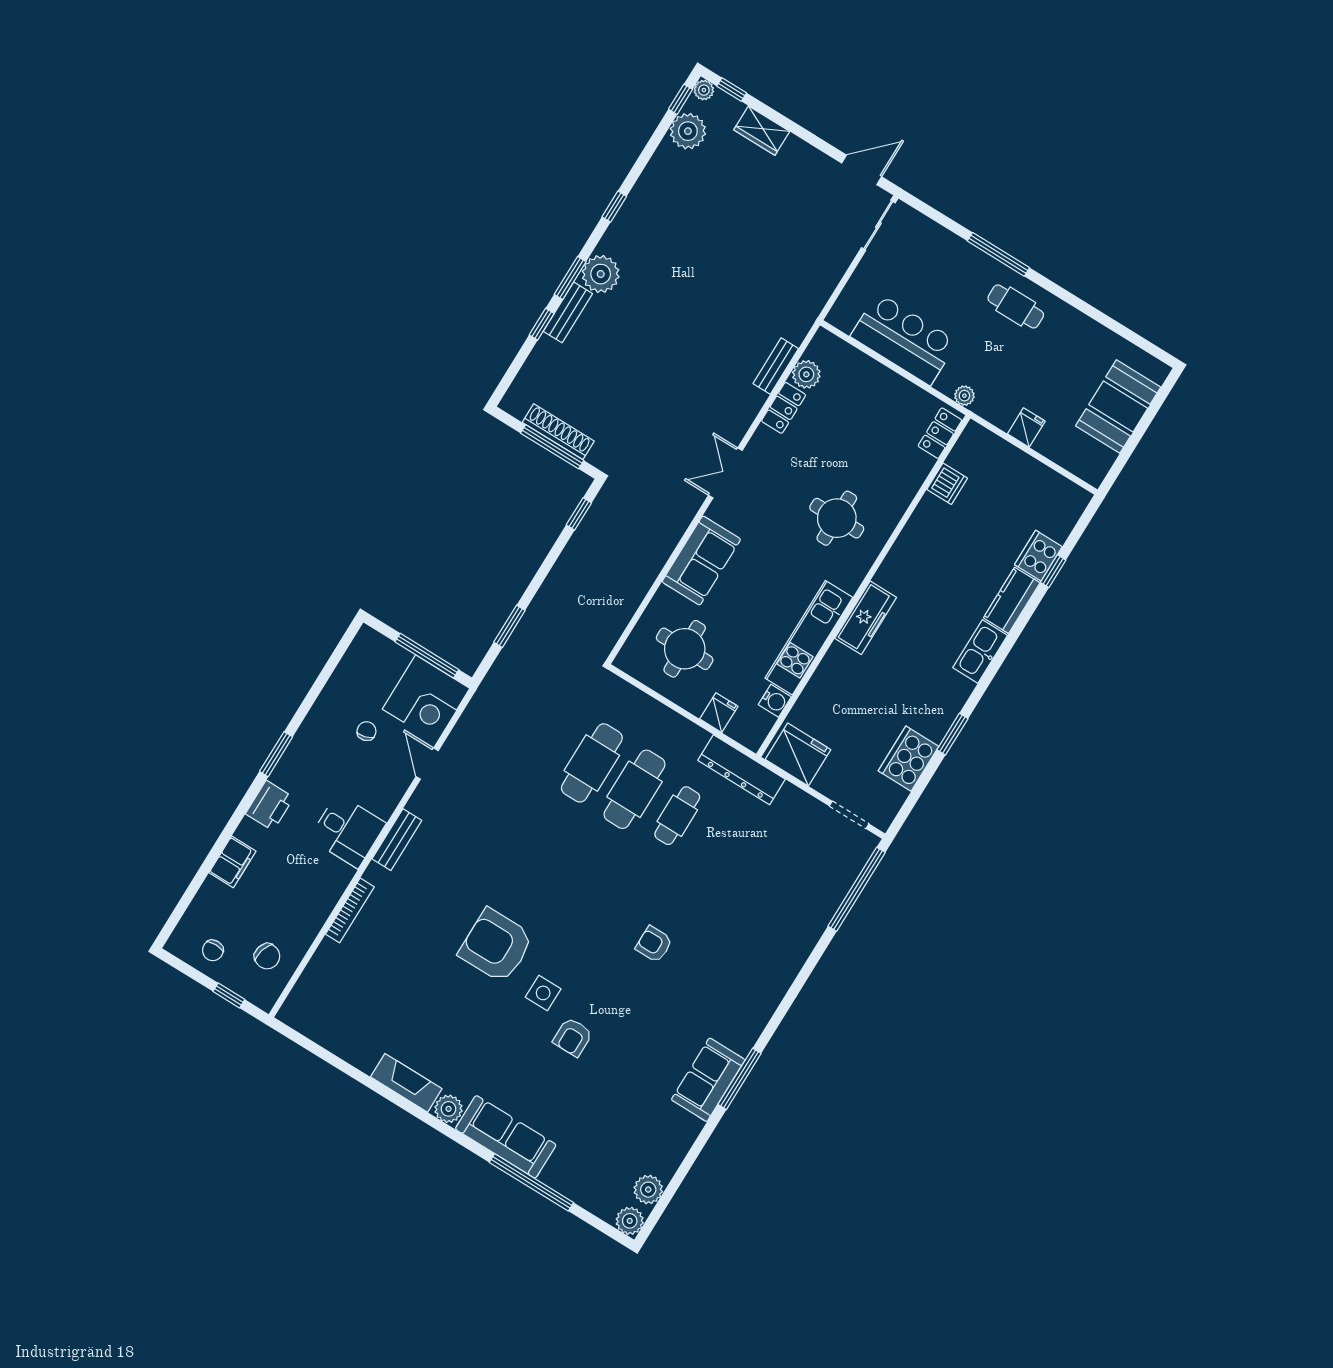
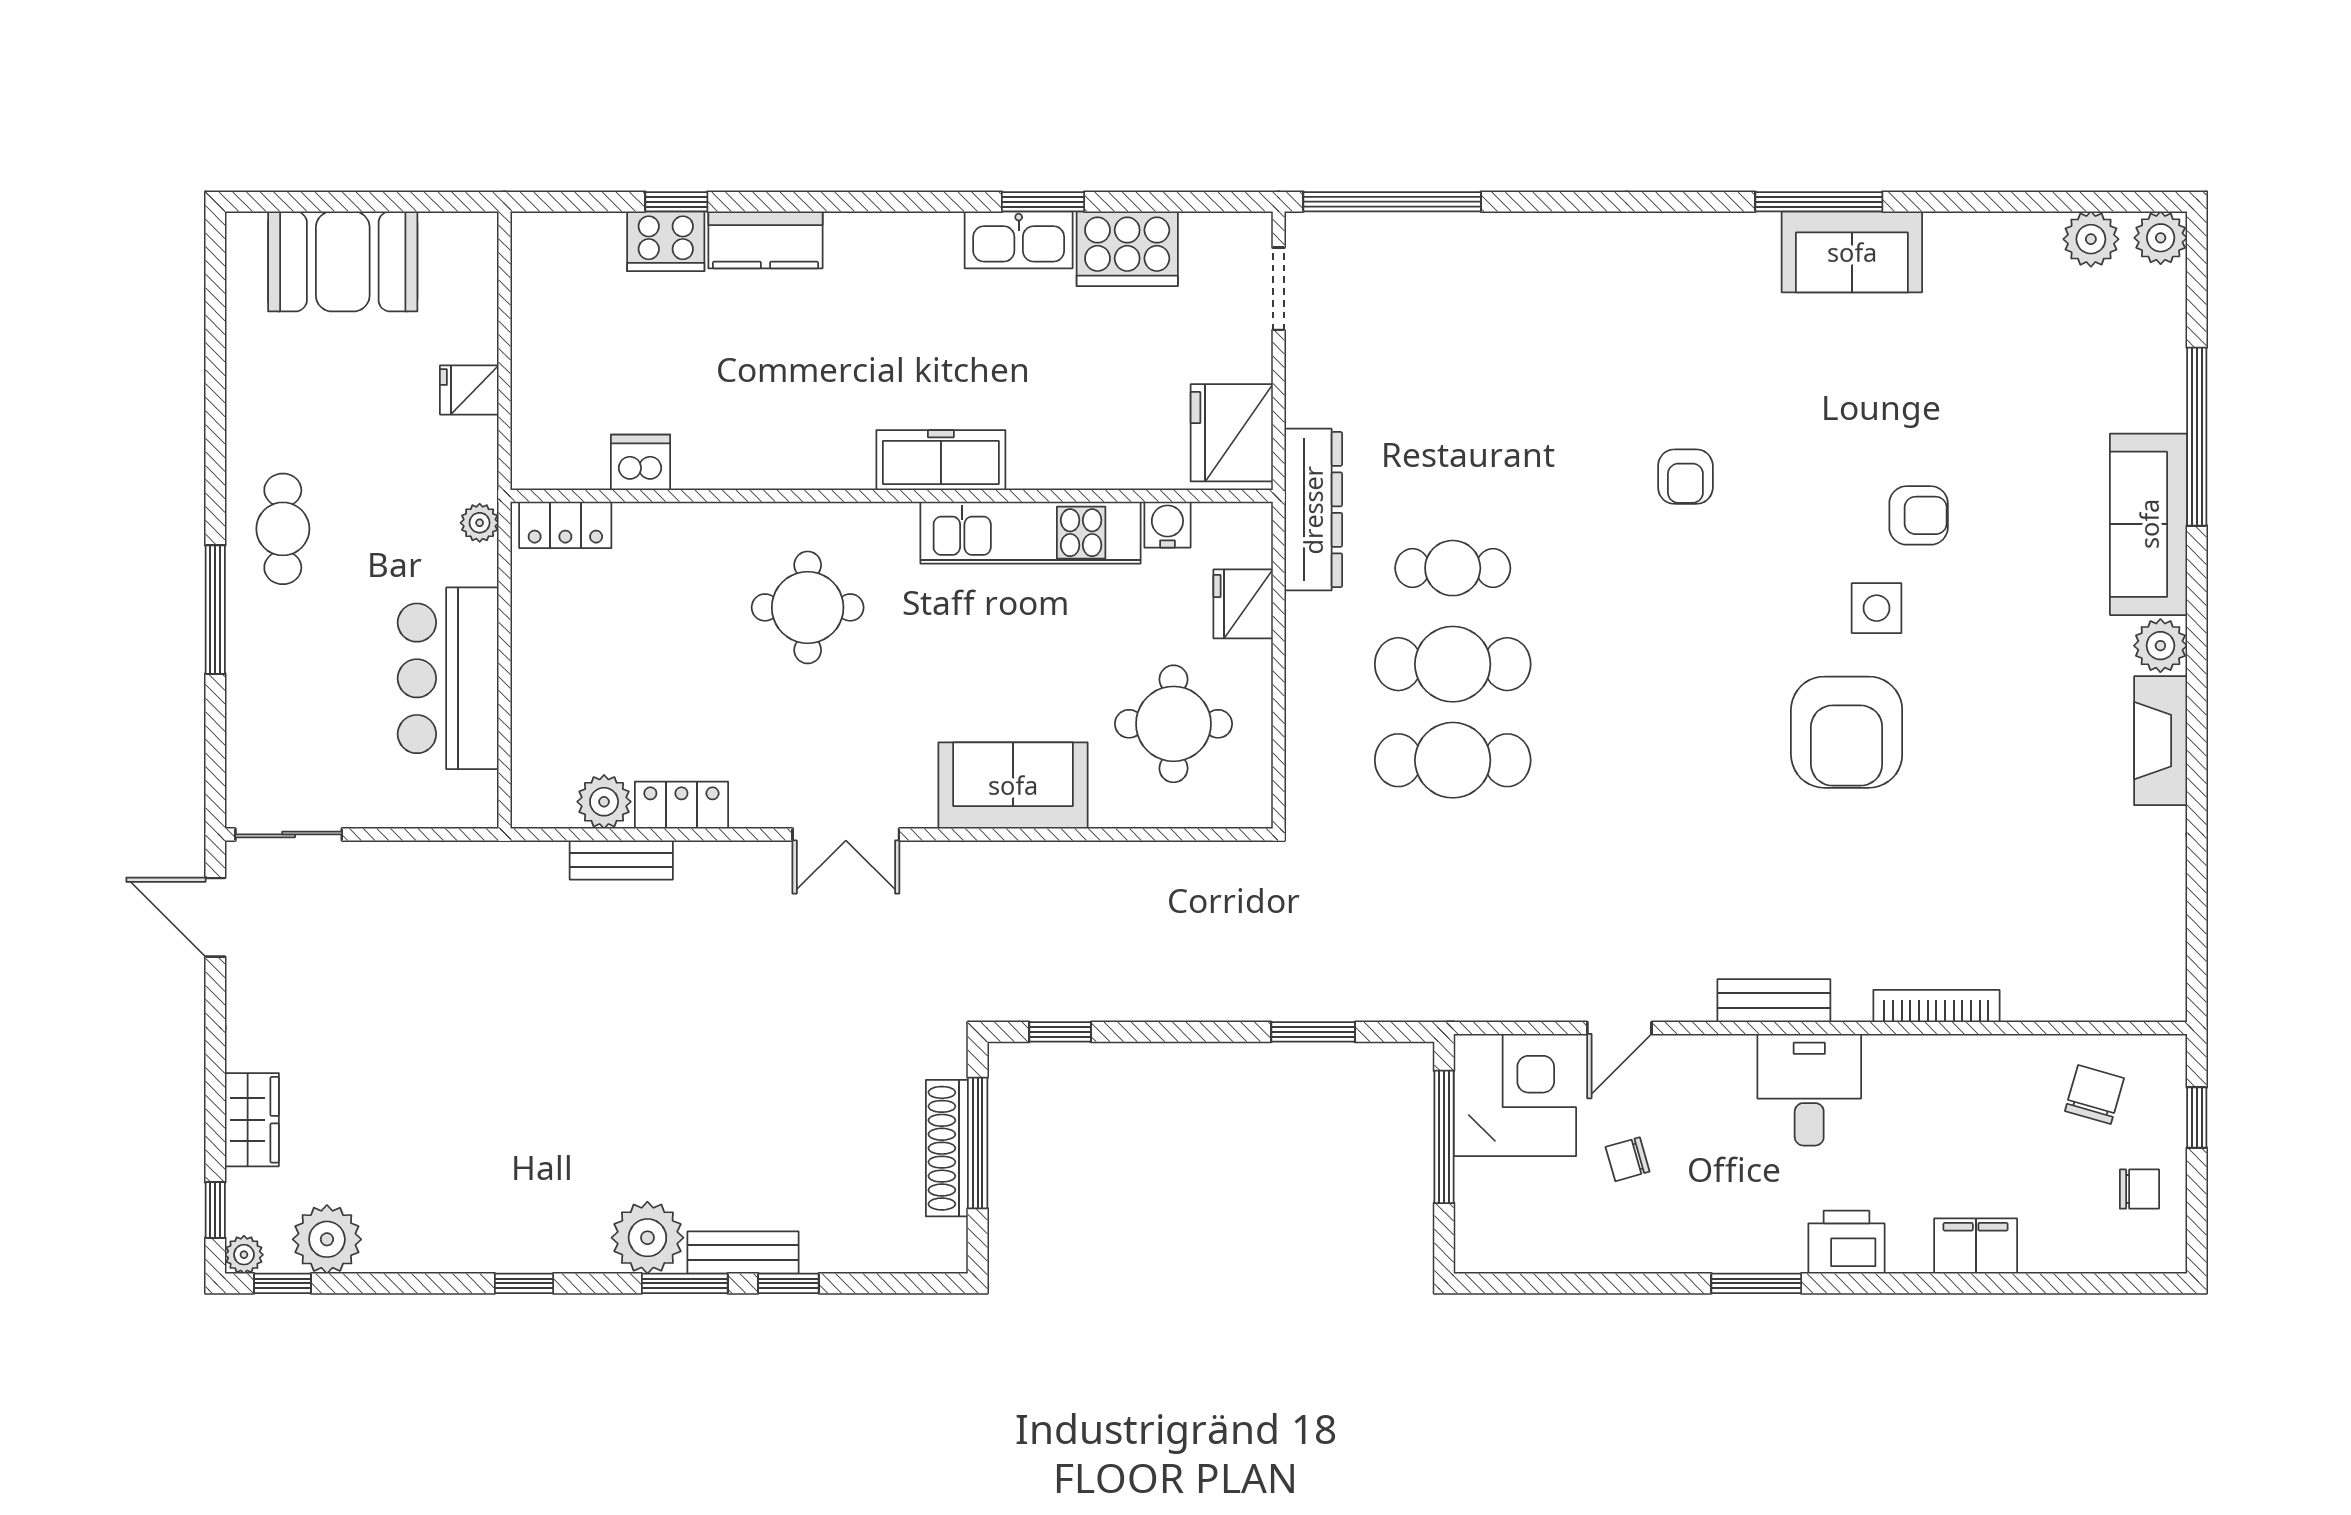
kitchen sink: (980, 651) -> (1019, 240), moved
fridge: (719, 713) -> (1243, 604), width x1.38

